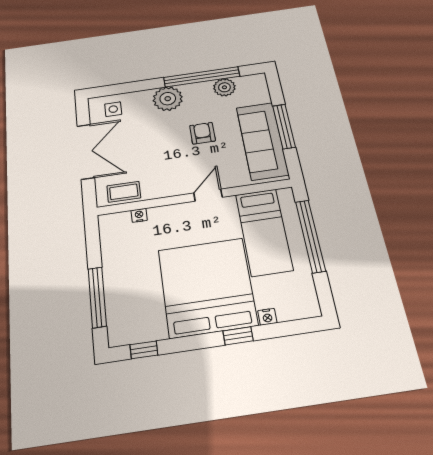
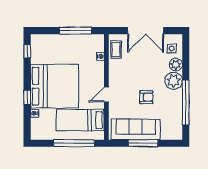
plant: (224, 87) -> (176, 65), moved
door: (208, 195) -> (106, 95), swing flipped
window: (97, 297) -> (75, 31), moved

